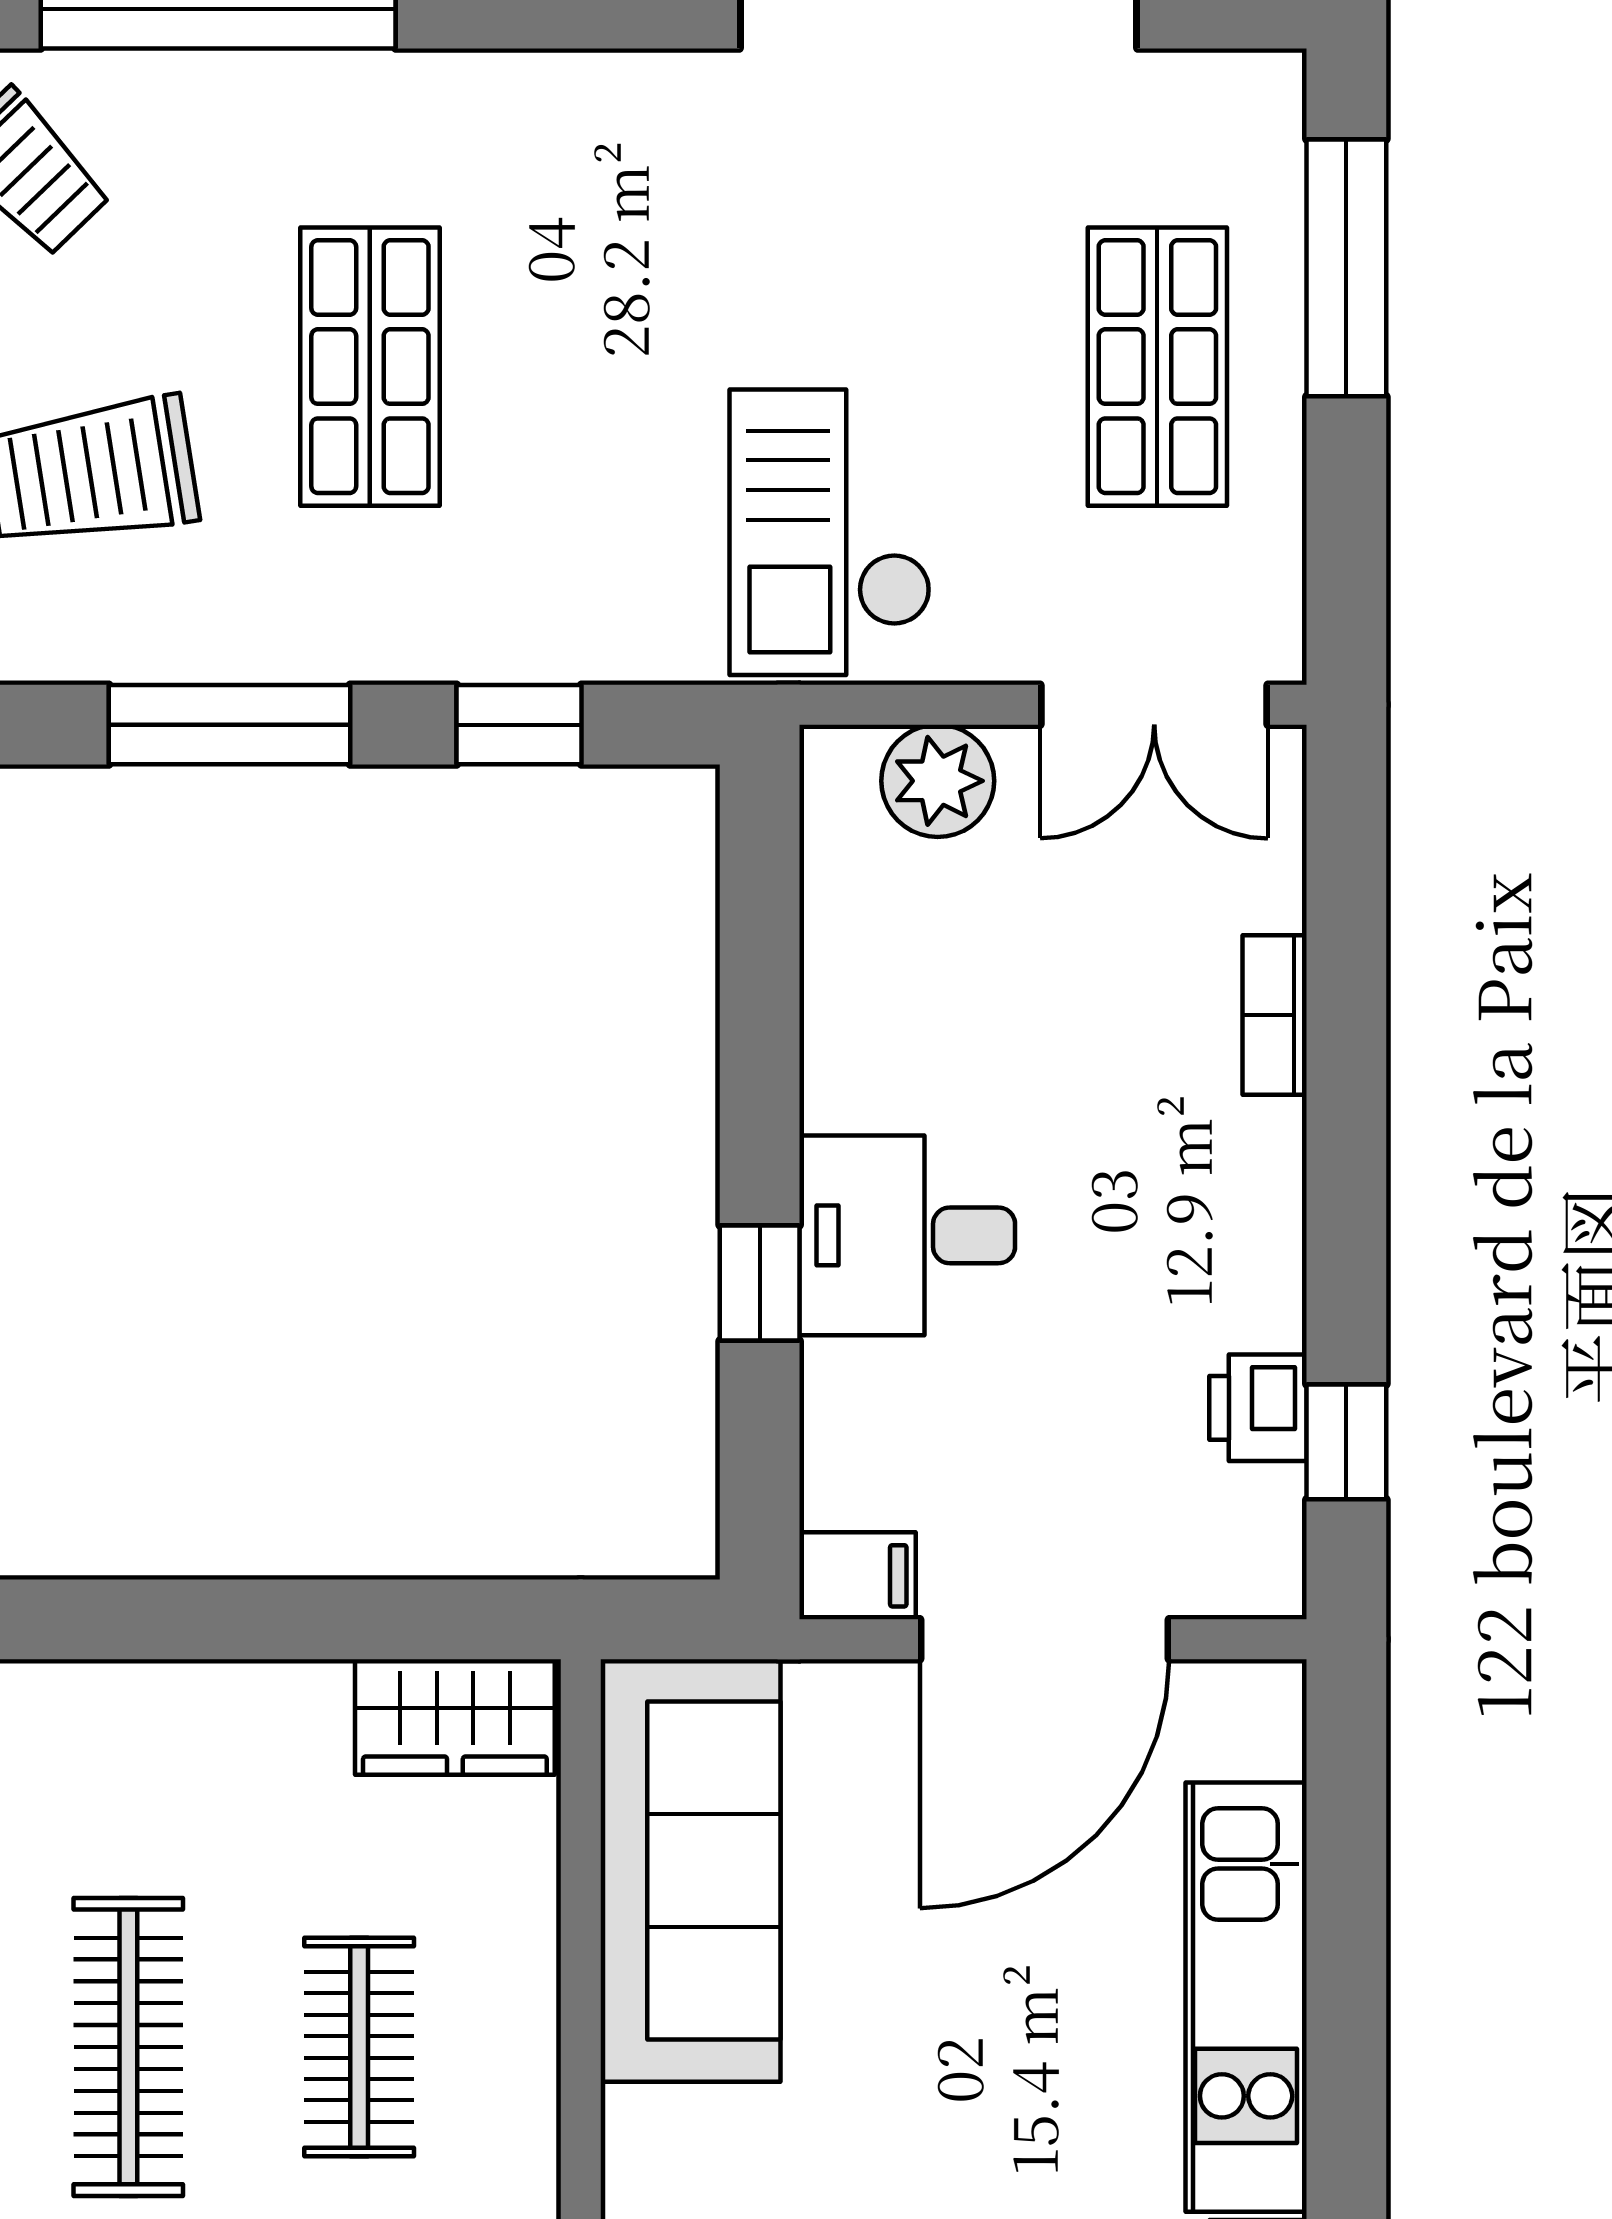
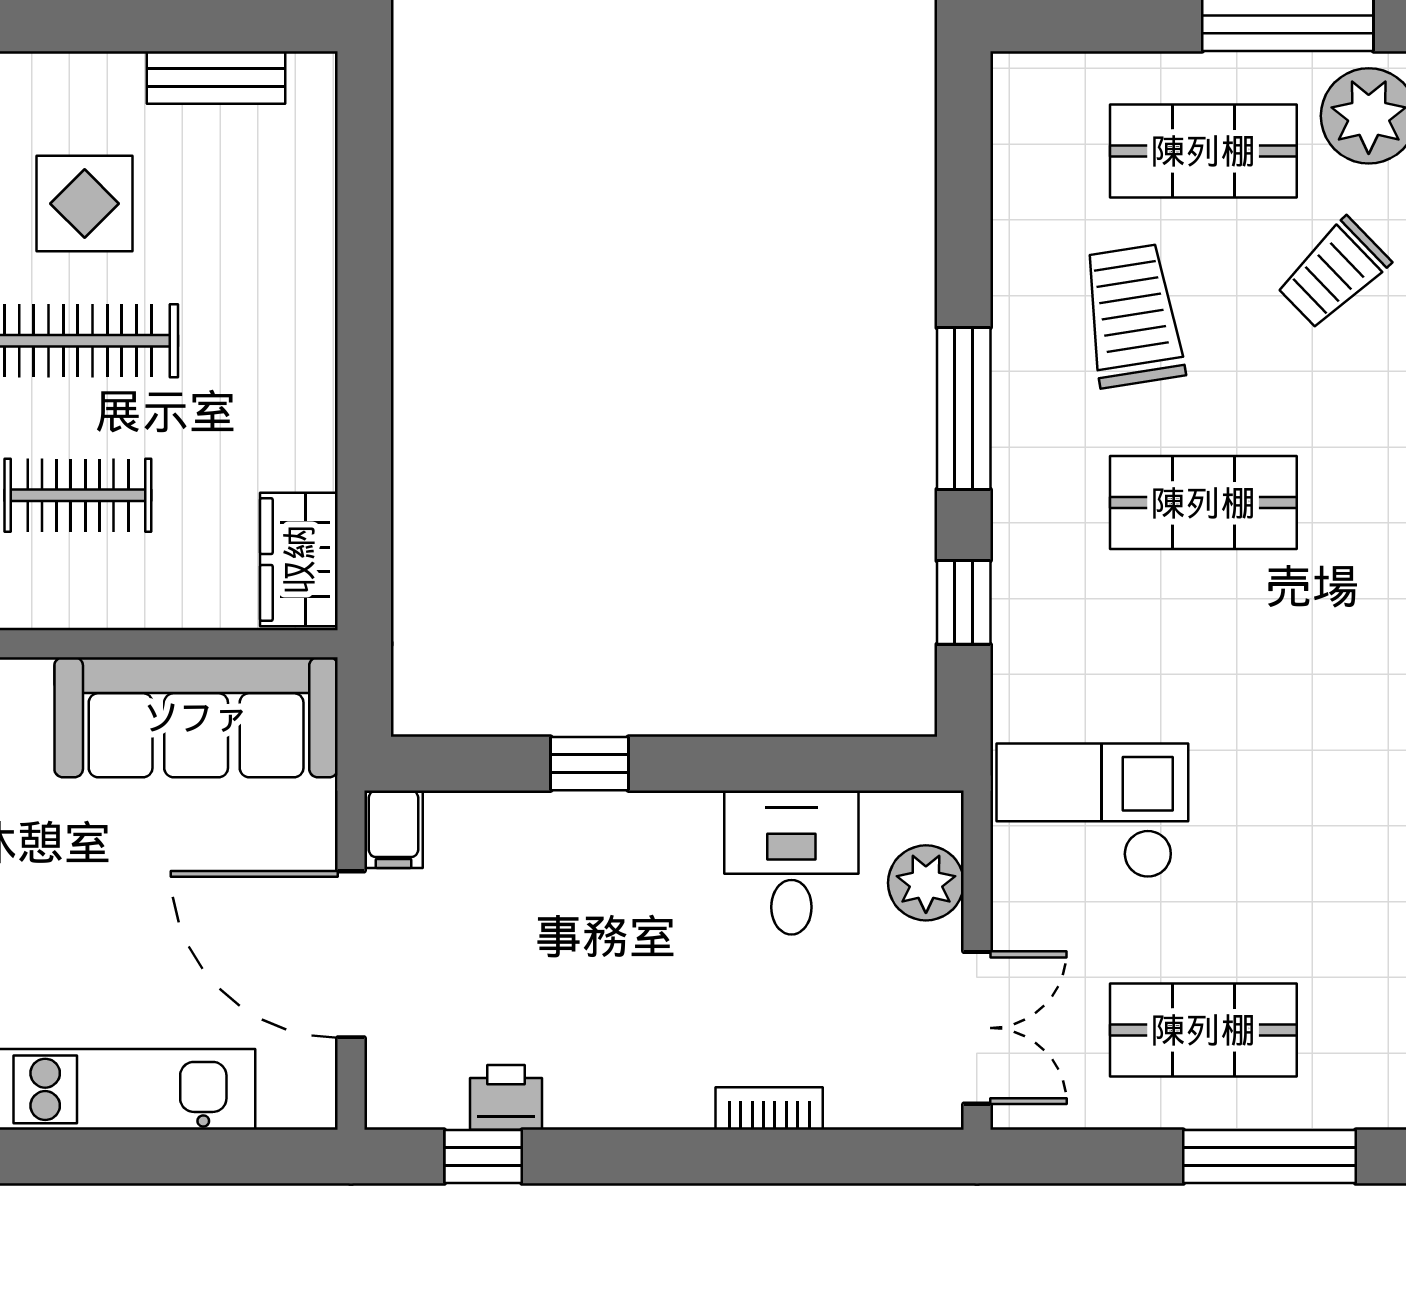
double door: (1154, 705) -> (977, 1028), swing flipped
desk: (907, 1235) -> (791, 862), moved

